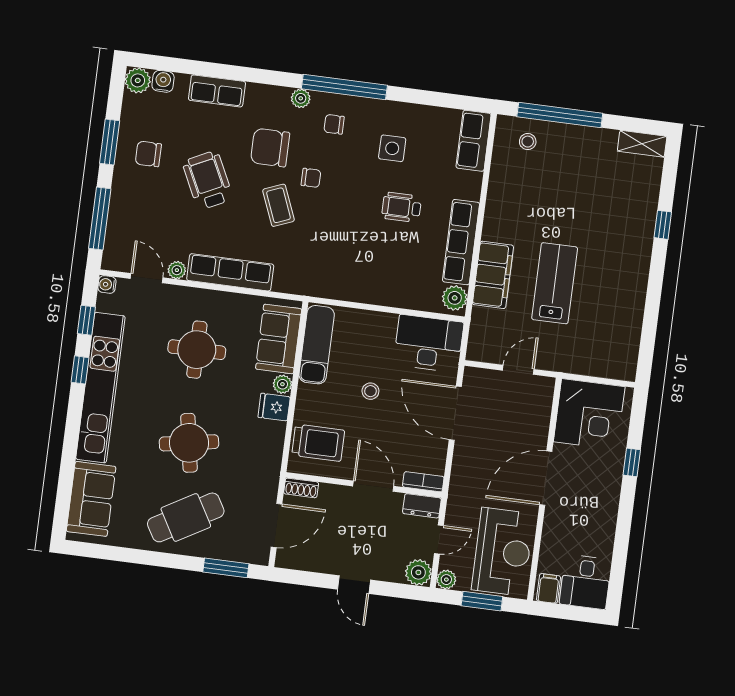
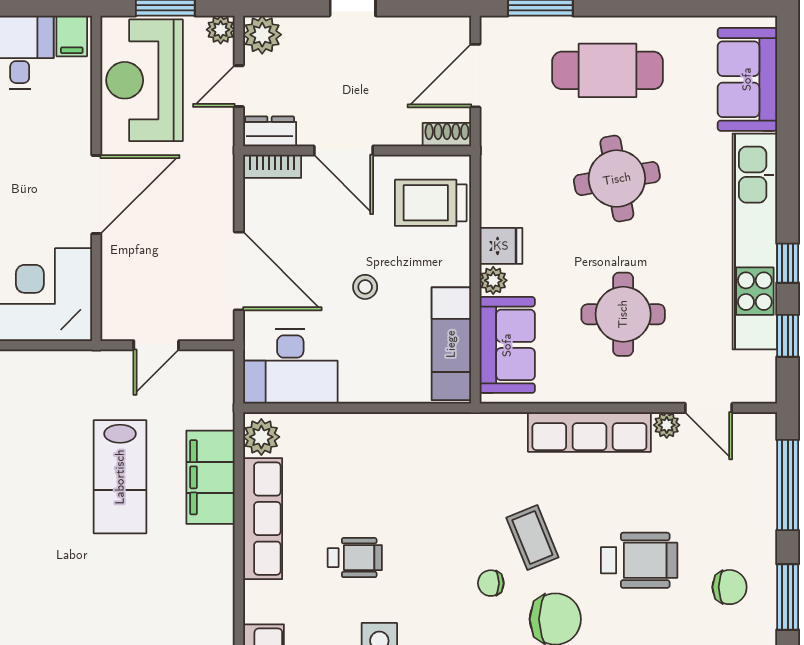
wheelchair: (208, 180) -> (639, 560), turned -64
water cooler: (107, 284) -> (765, 391), removed
cafe table: (186, 517) -> (608, 70), turned 30

